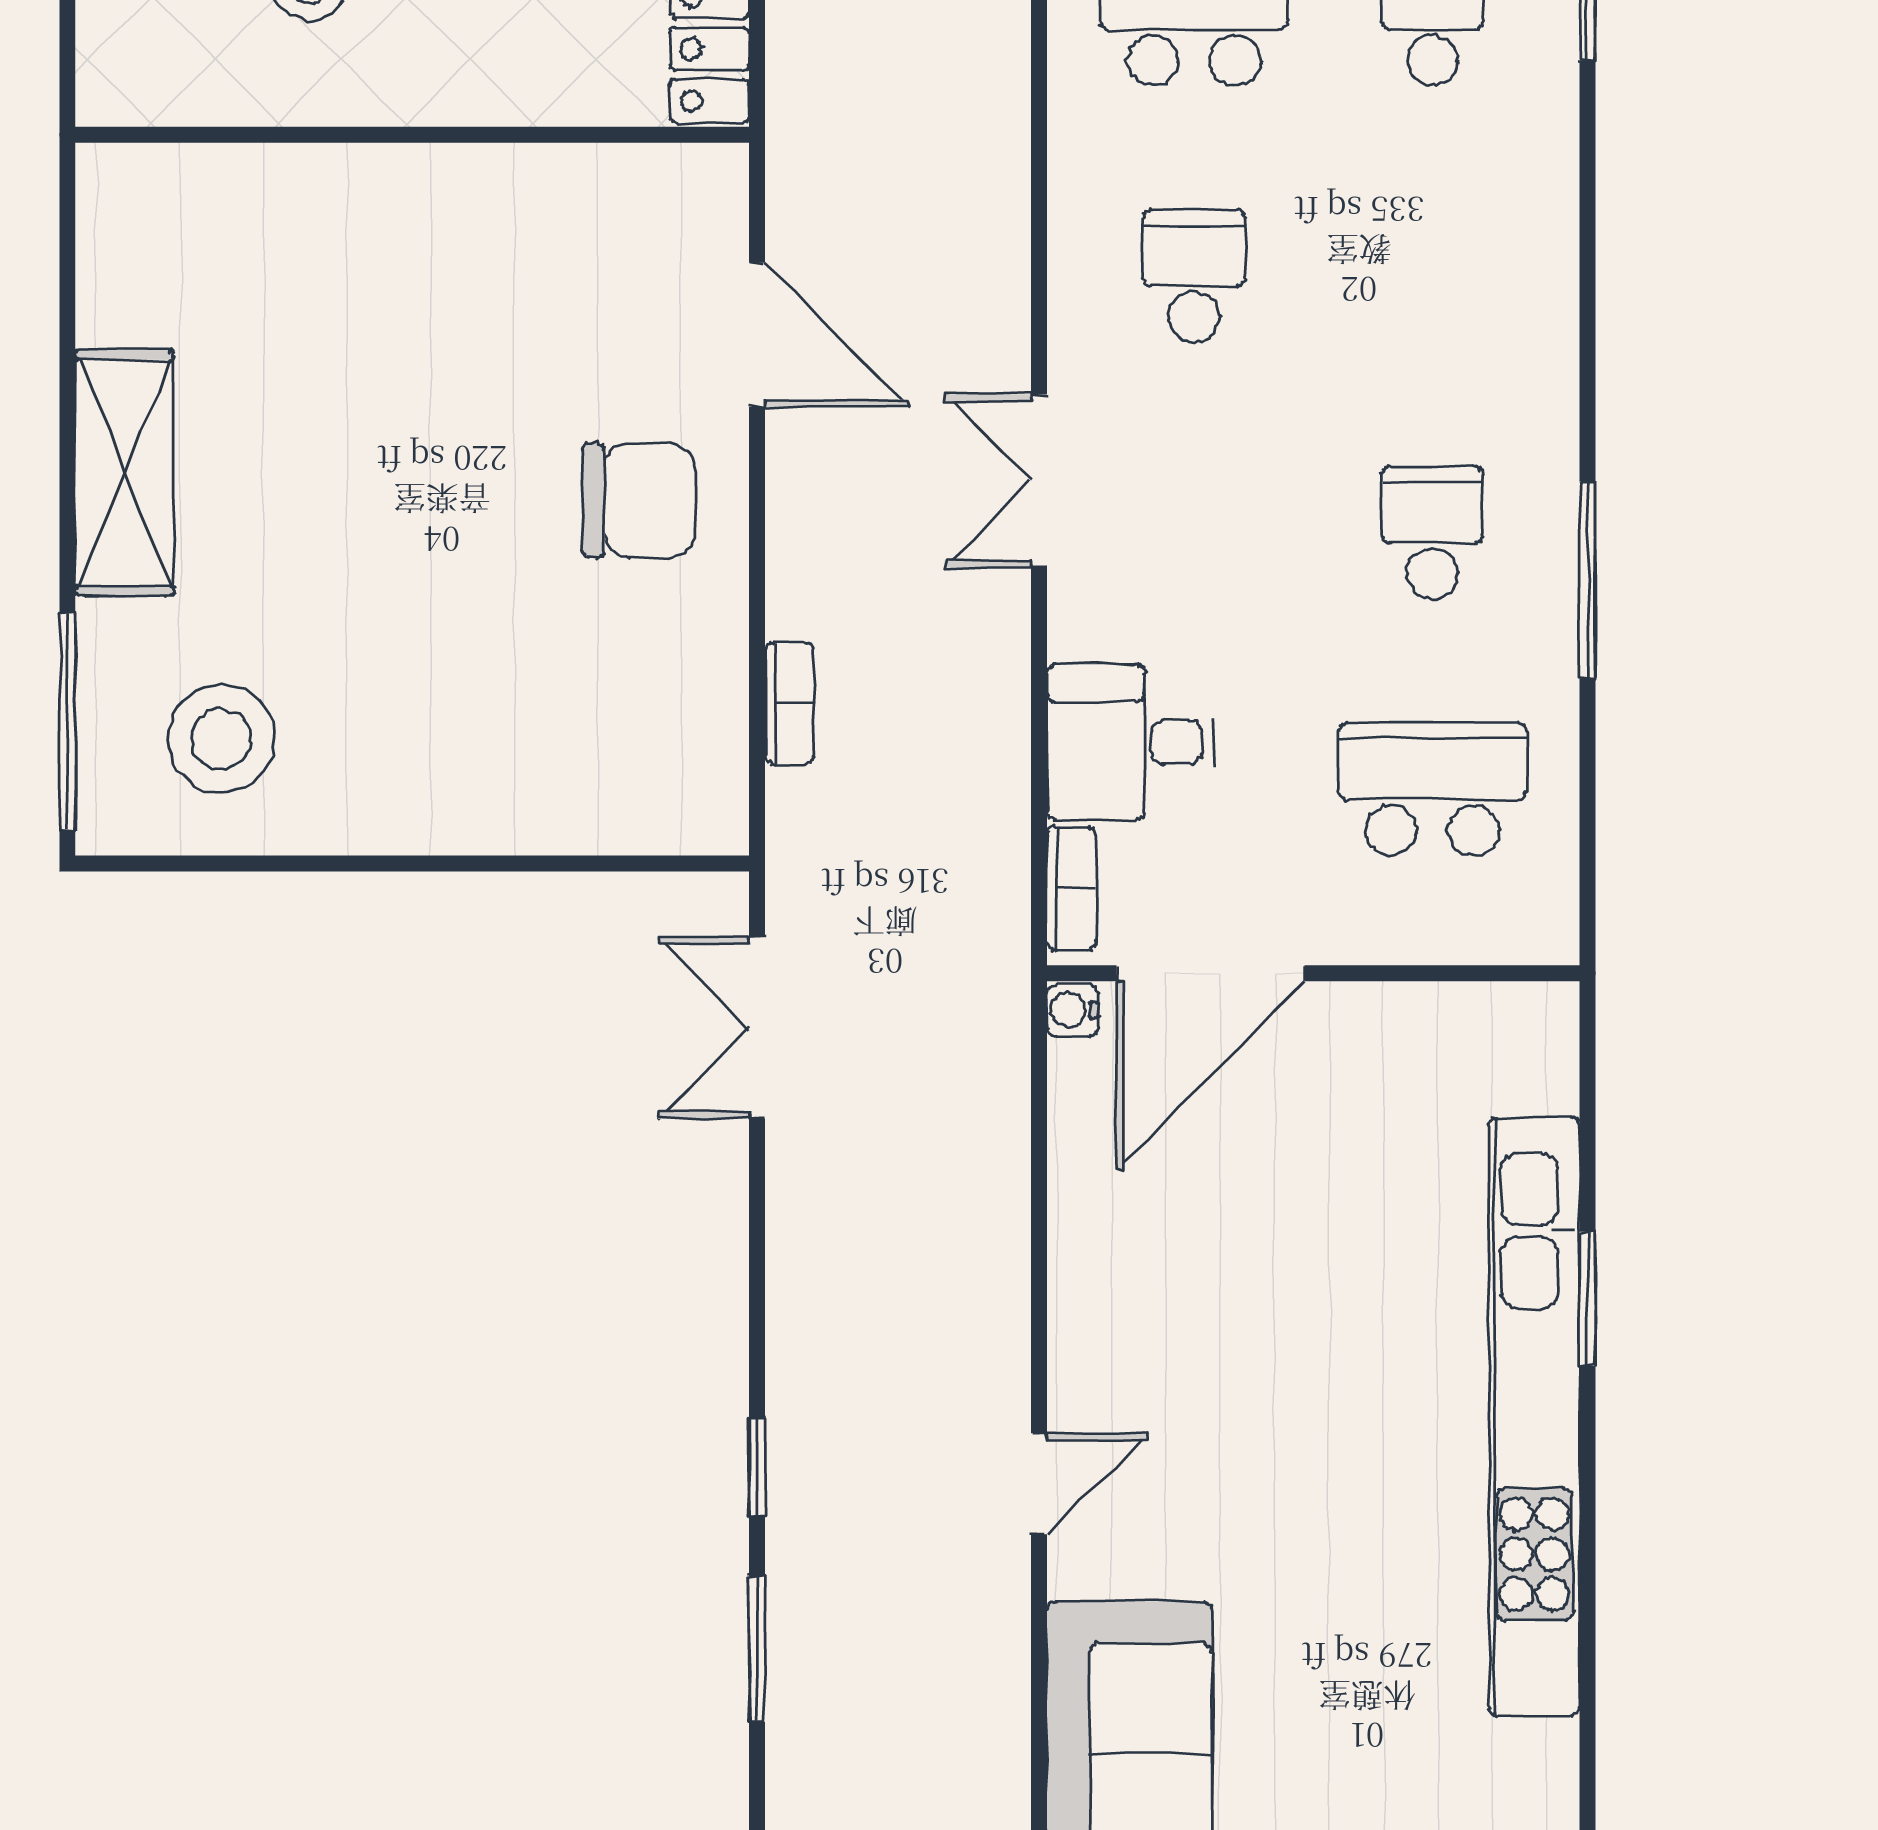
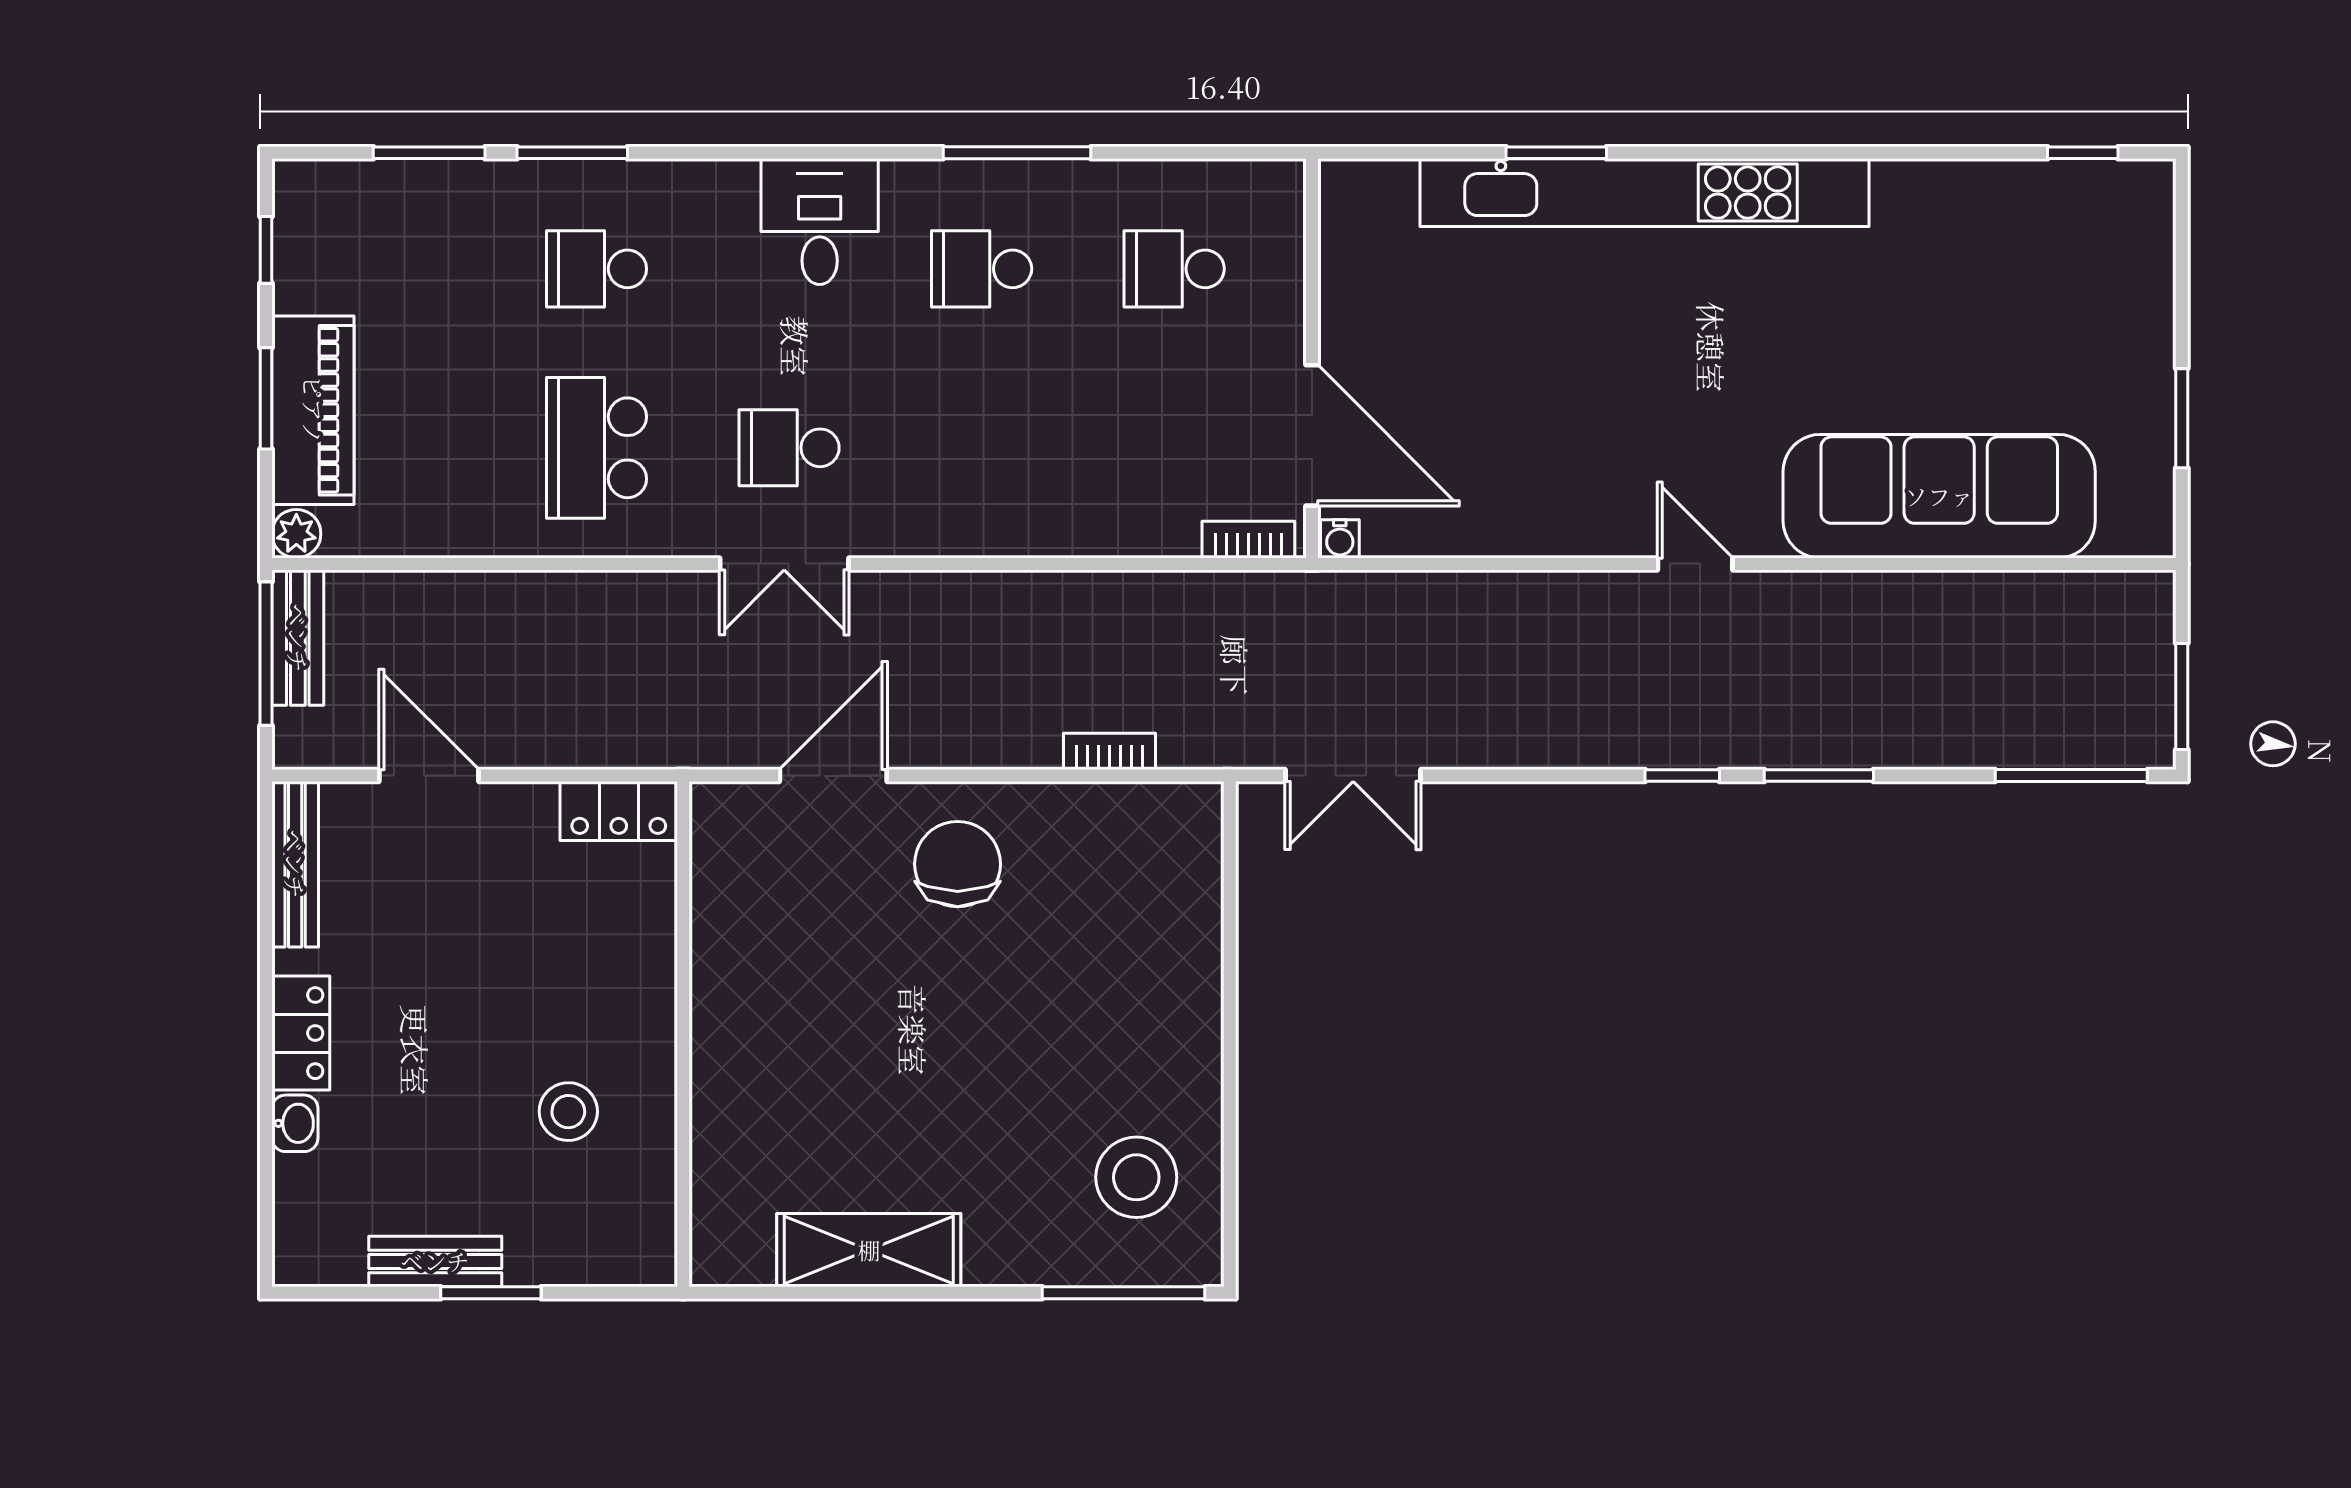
shelving: (124, 472) -> (869, 1250), moved
double door: (1039, 481) -> (784, 564), moved
desk: (1131, 742) -> (820, 222), moved, turned 180
school desk: (1433, 789) -> (1174, 269), width x0.54

